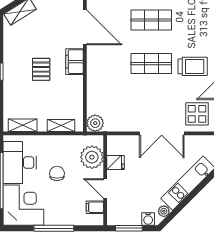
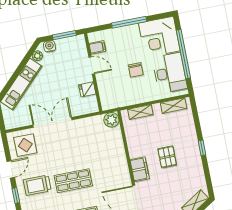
plant: (92, 157) -> (108, 90), removed

